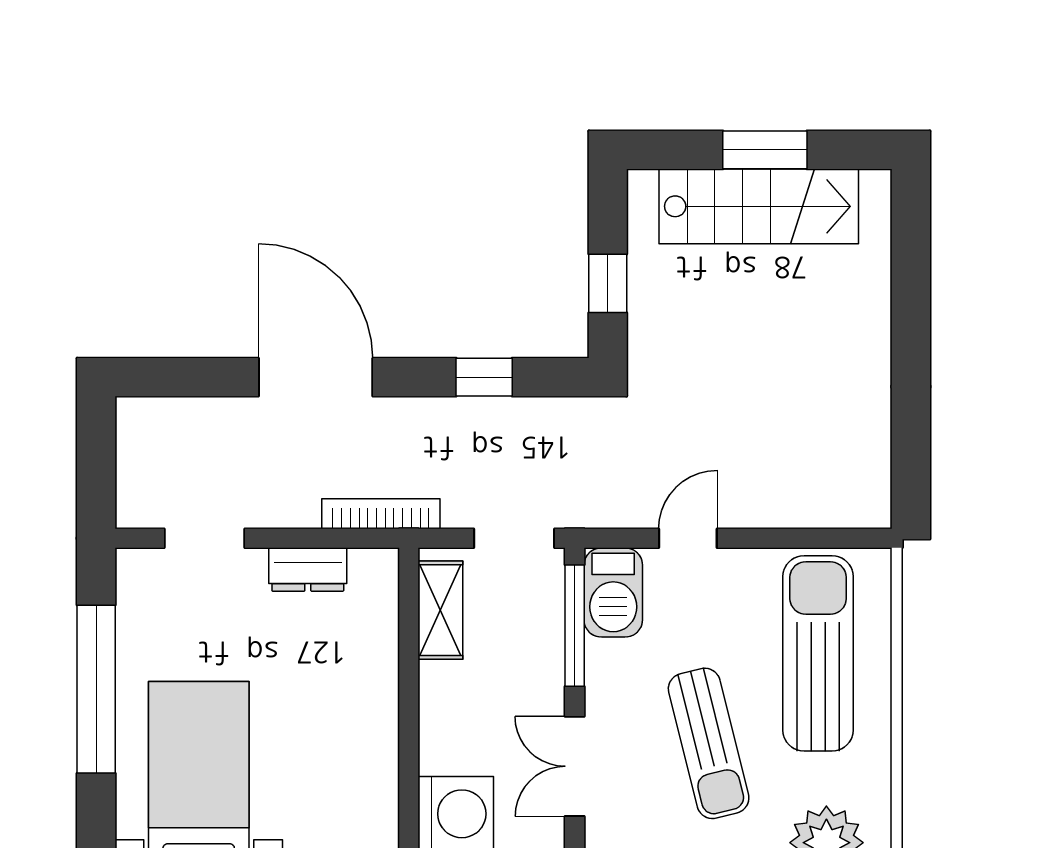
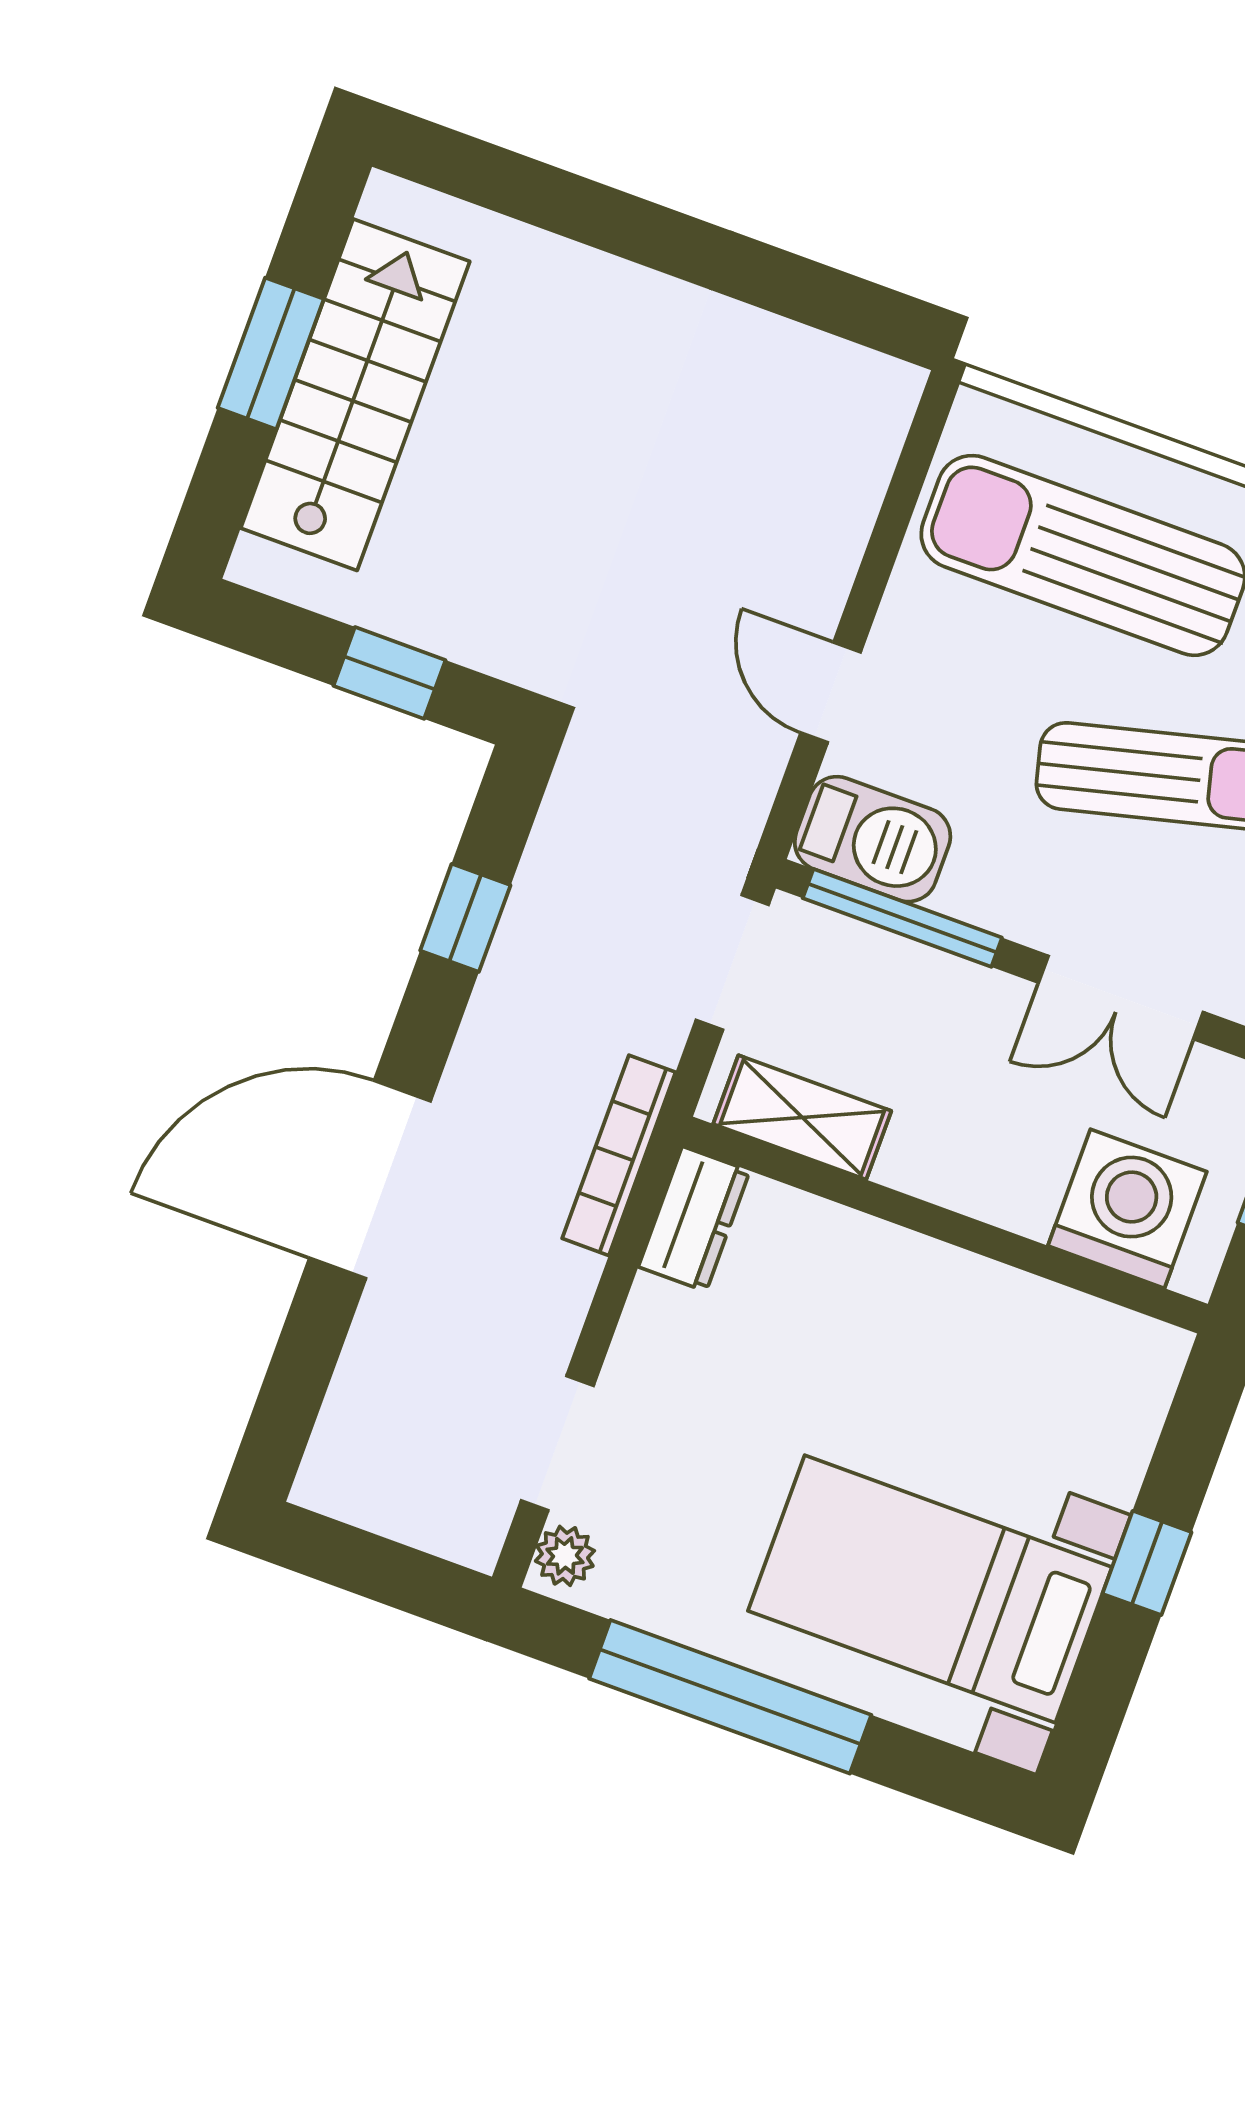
plant: (142, 566) -> (565, 1556), added
dresser: (308, 570) -> (694, 1219), moved

